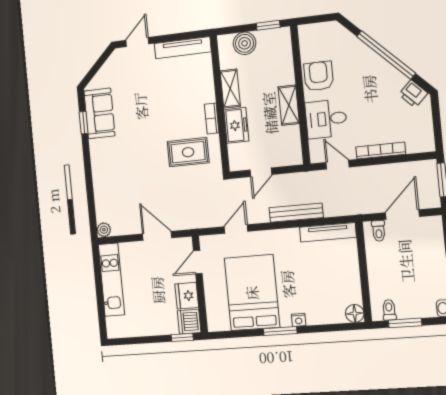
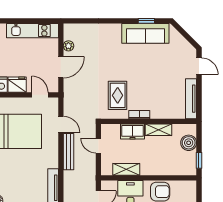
shelving: (289, 105) -> (126, 169), moved
sofa: (99, 113) -> (145, 33), width x1.36
bench: (296, 213) -> (68, 152), moved
plant: (104, 230) -> (68, 46), moved

